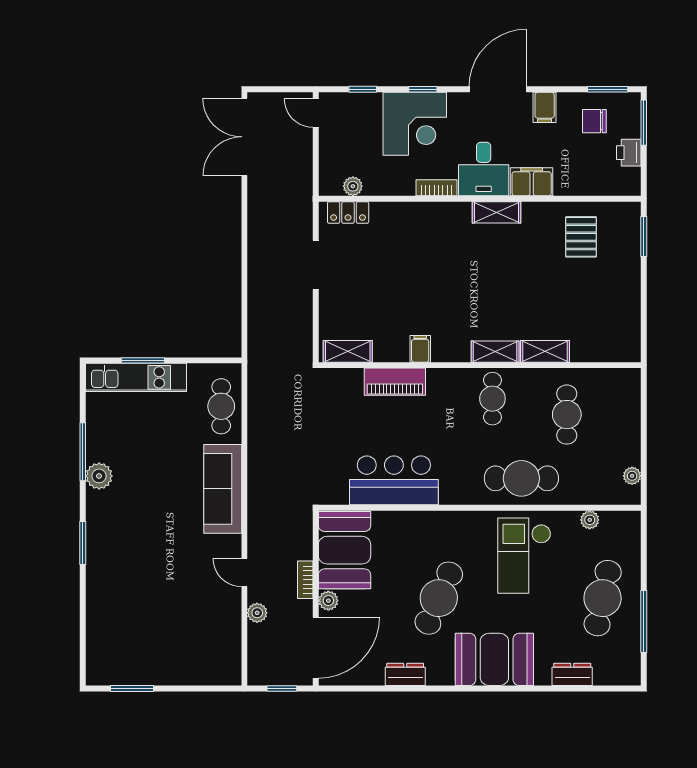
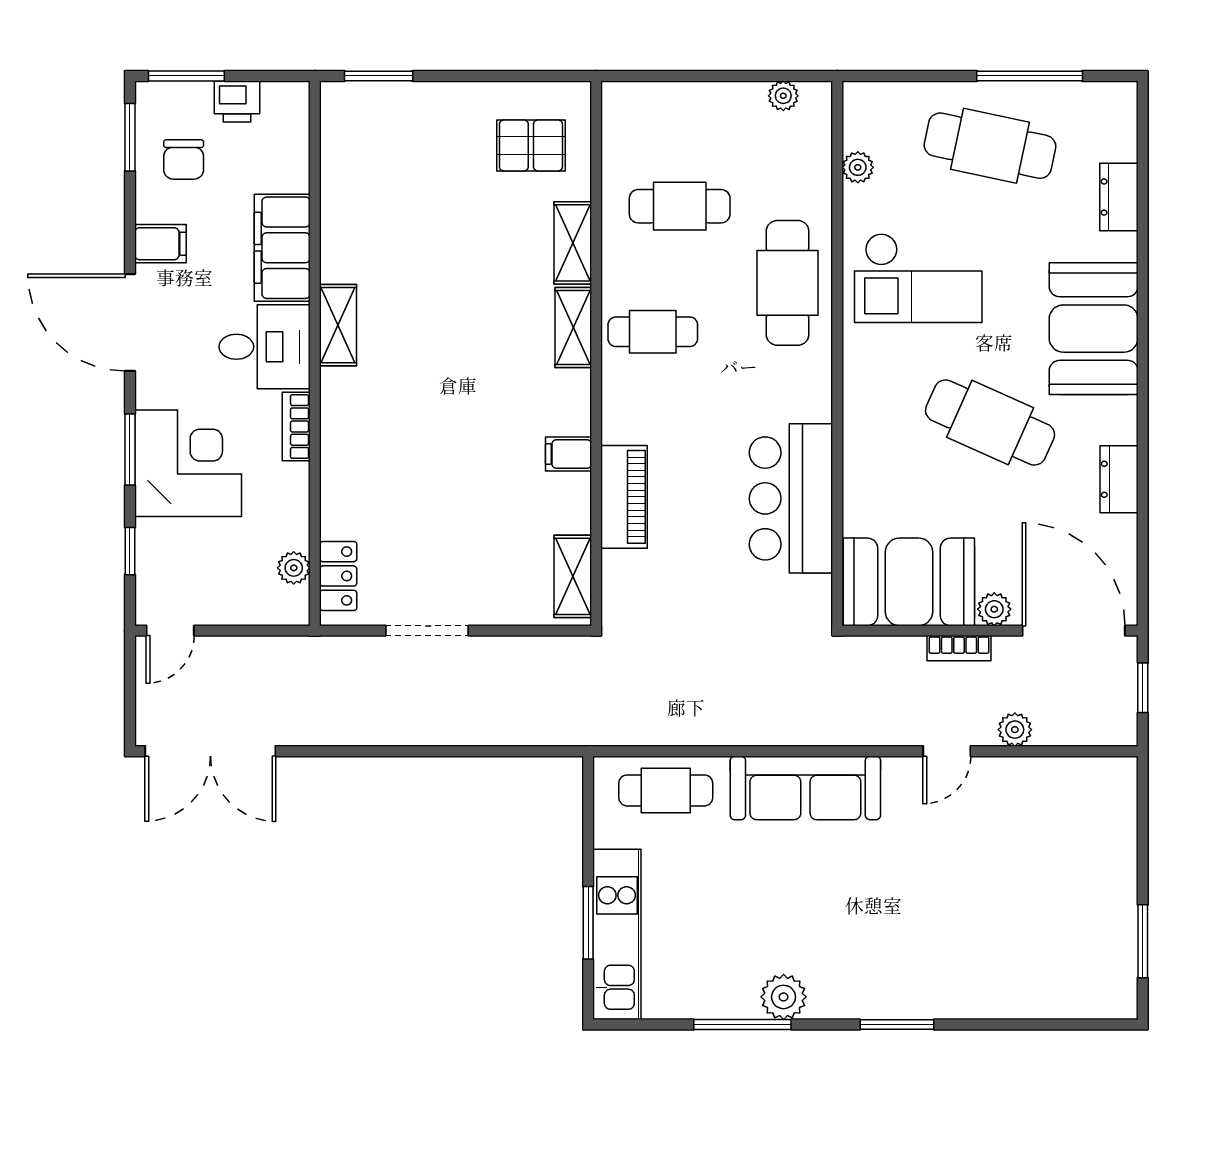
window: (423, 89) -> (130, 449), width x1.50
filing cabinet: (532, 182) -> (282, 248), width x1.50, depth x1.17
pallet: (581, 237) -> (531, 145), moved

